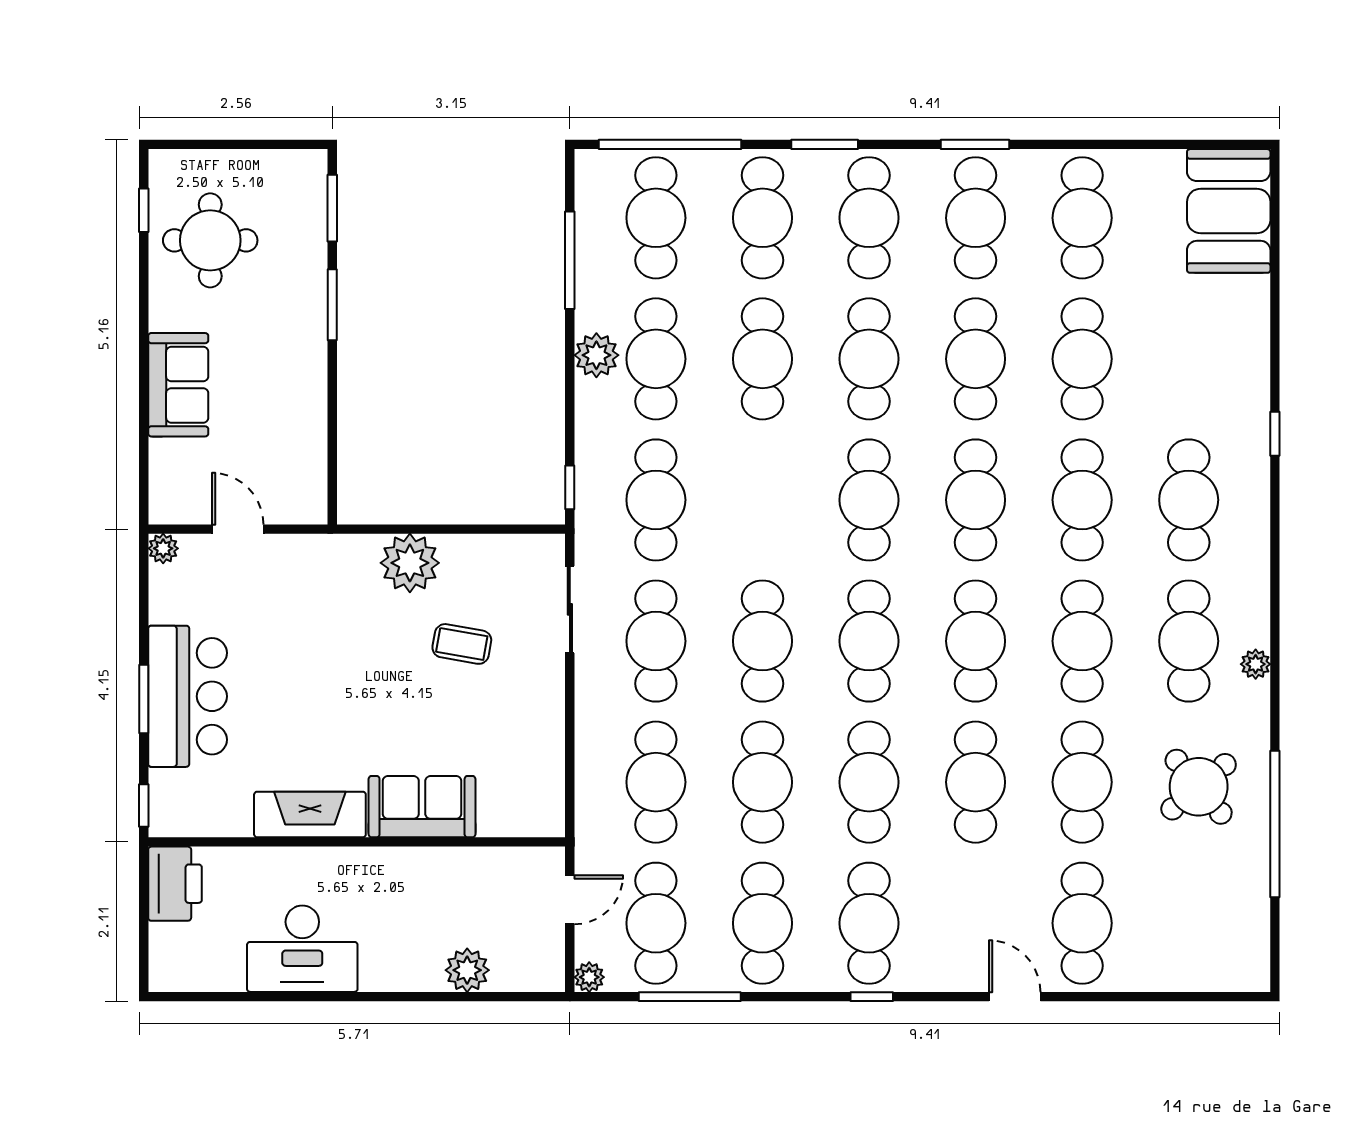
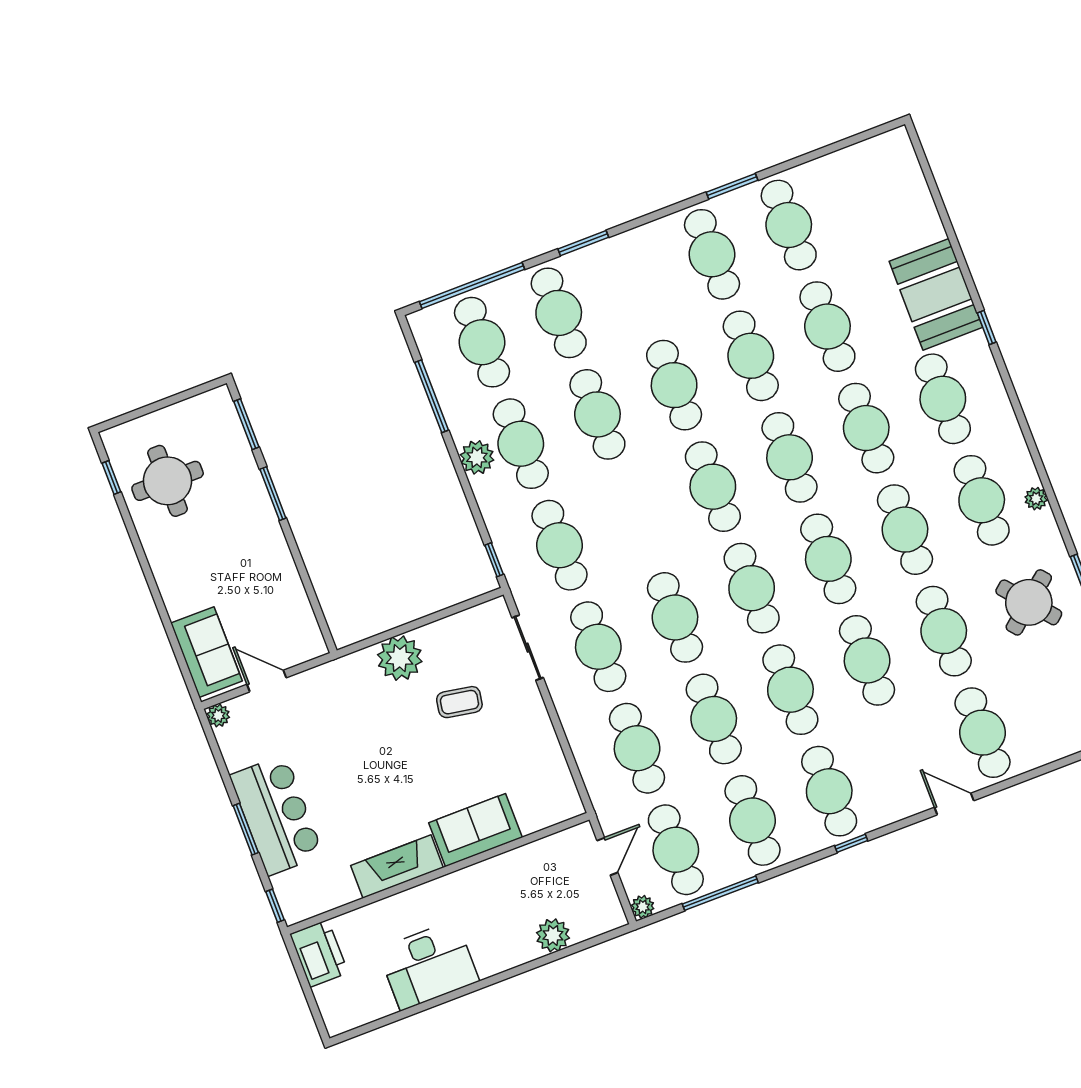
window: (975, 144) -> (732, 186), moved
booth: (1229, 211) -> (936, 294), moved
cafe table: (869, 218) -> (635, 284), removed
sofa: (178, 385) -> (206, 652), moved

